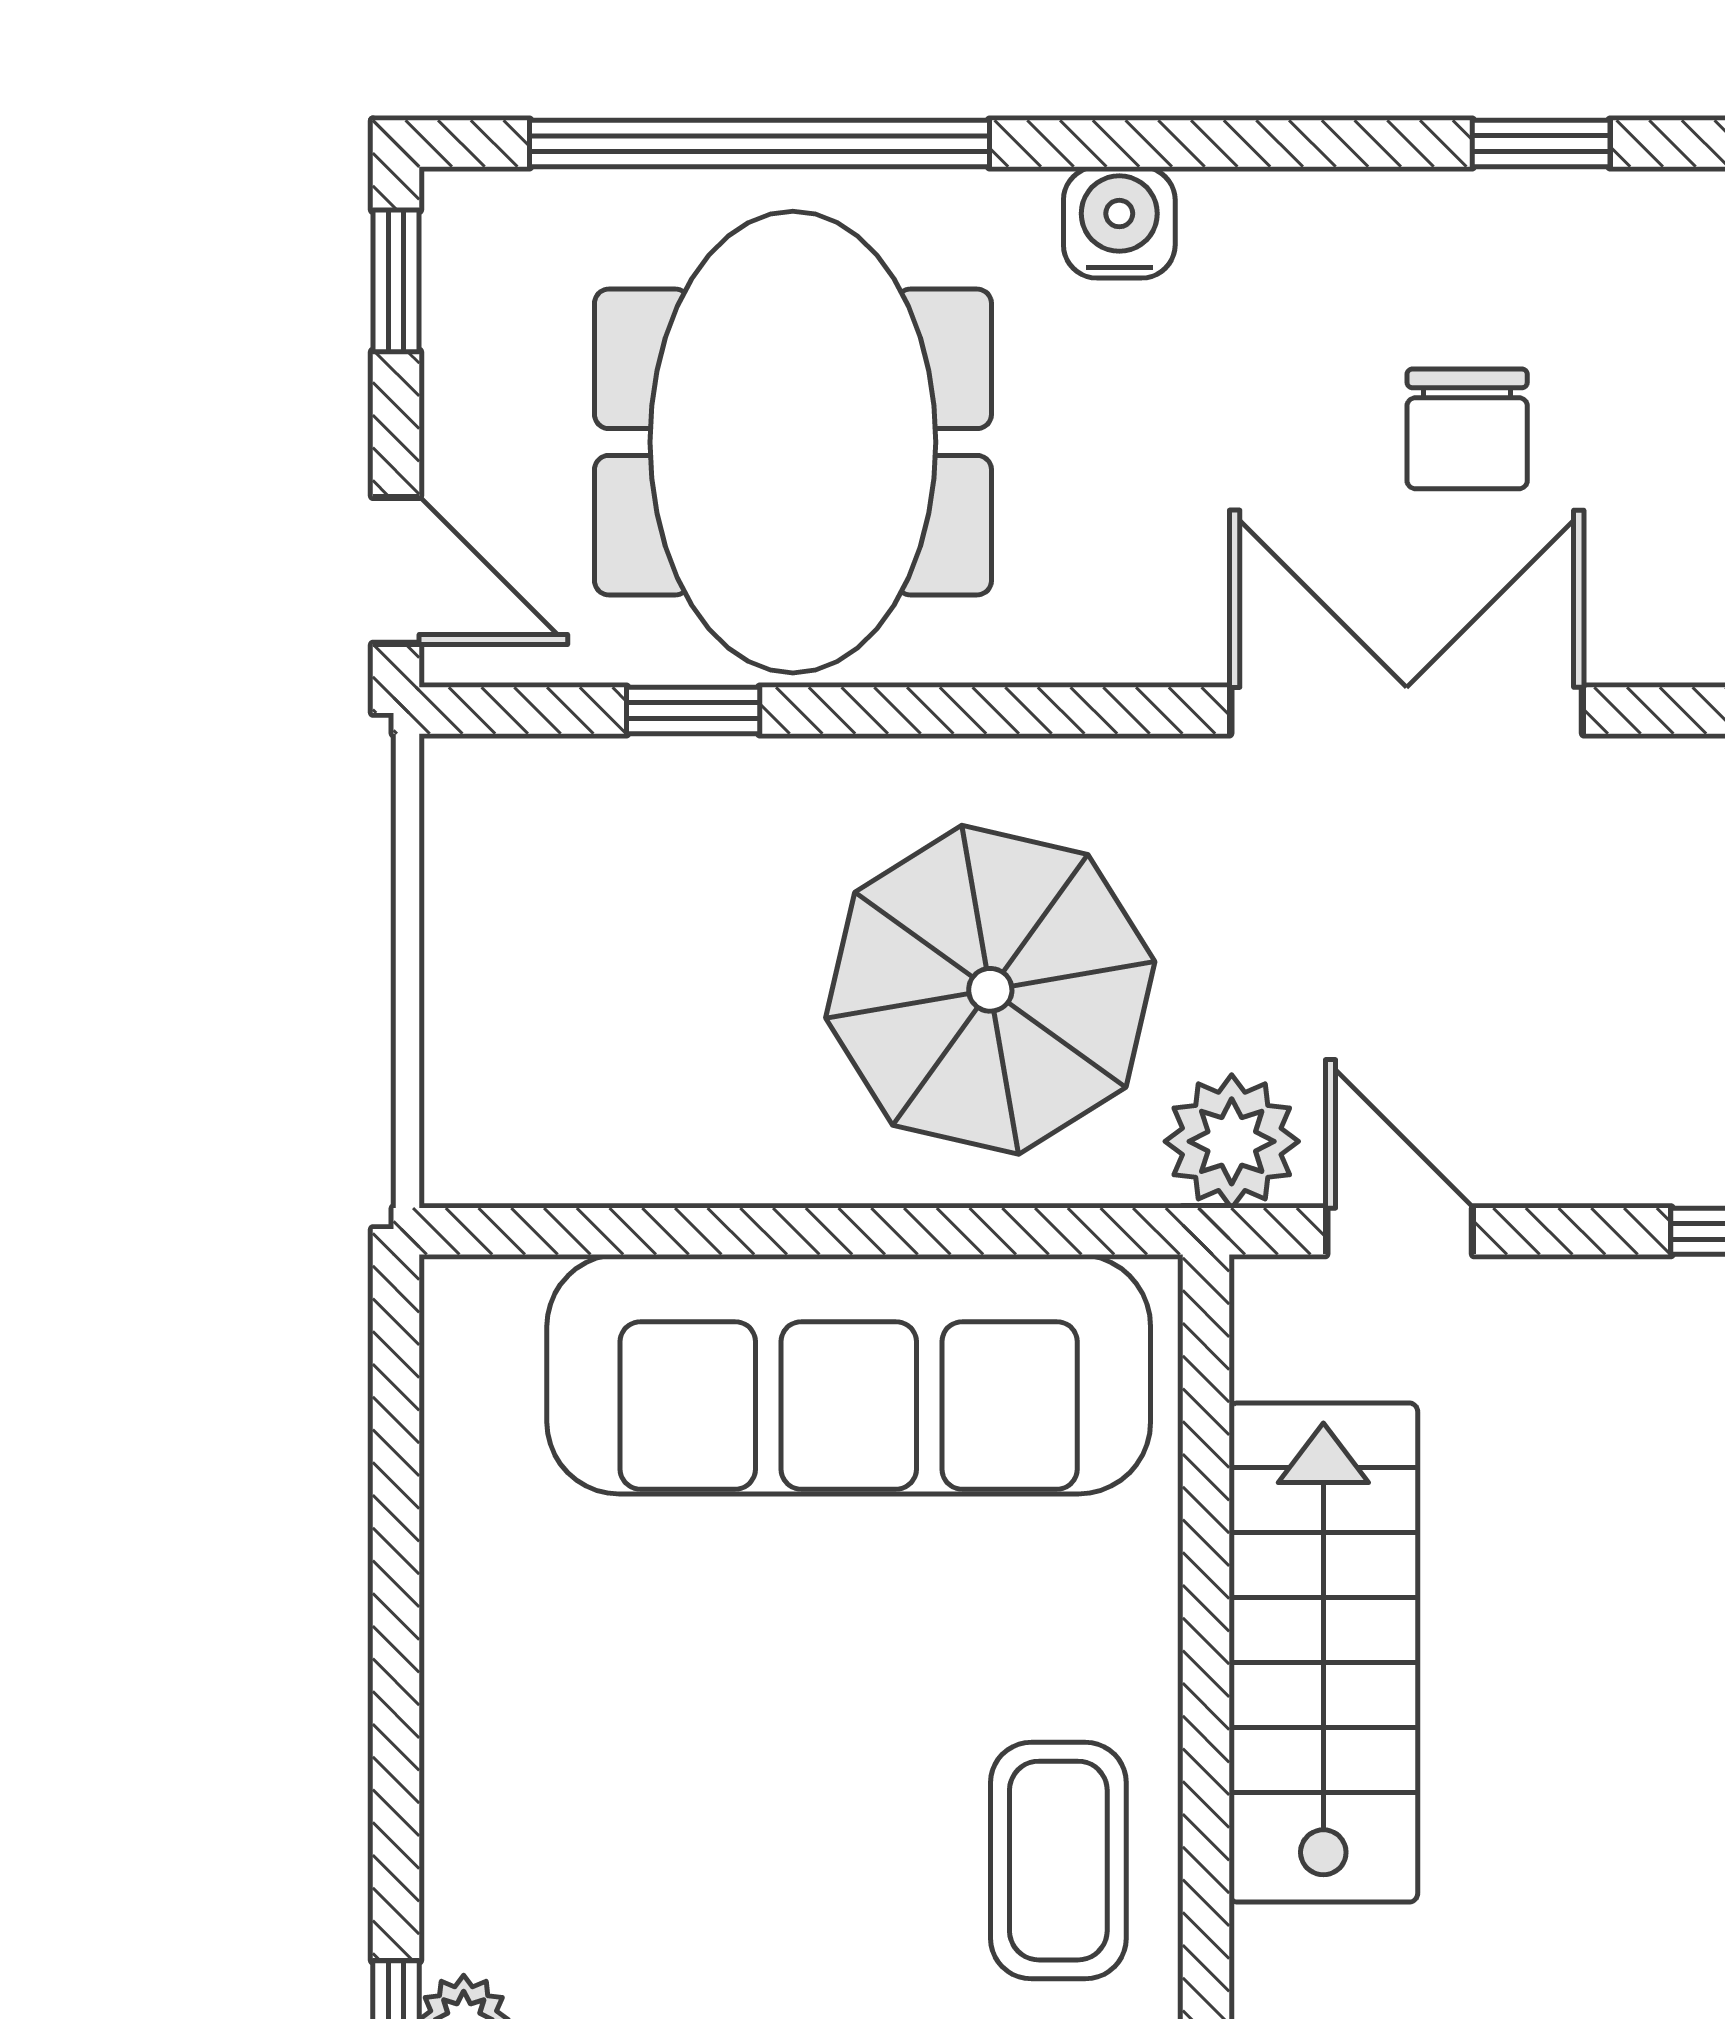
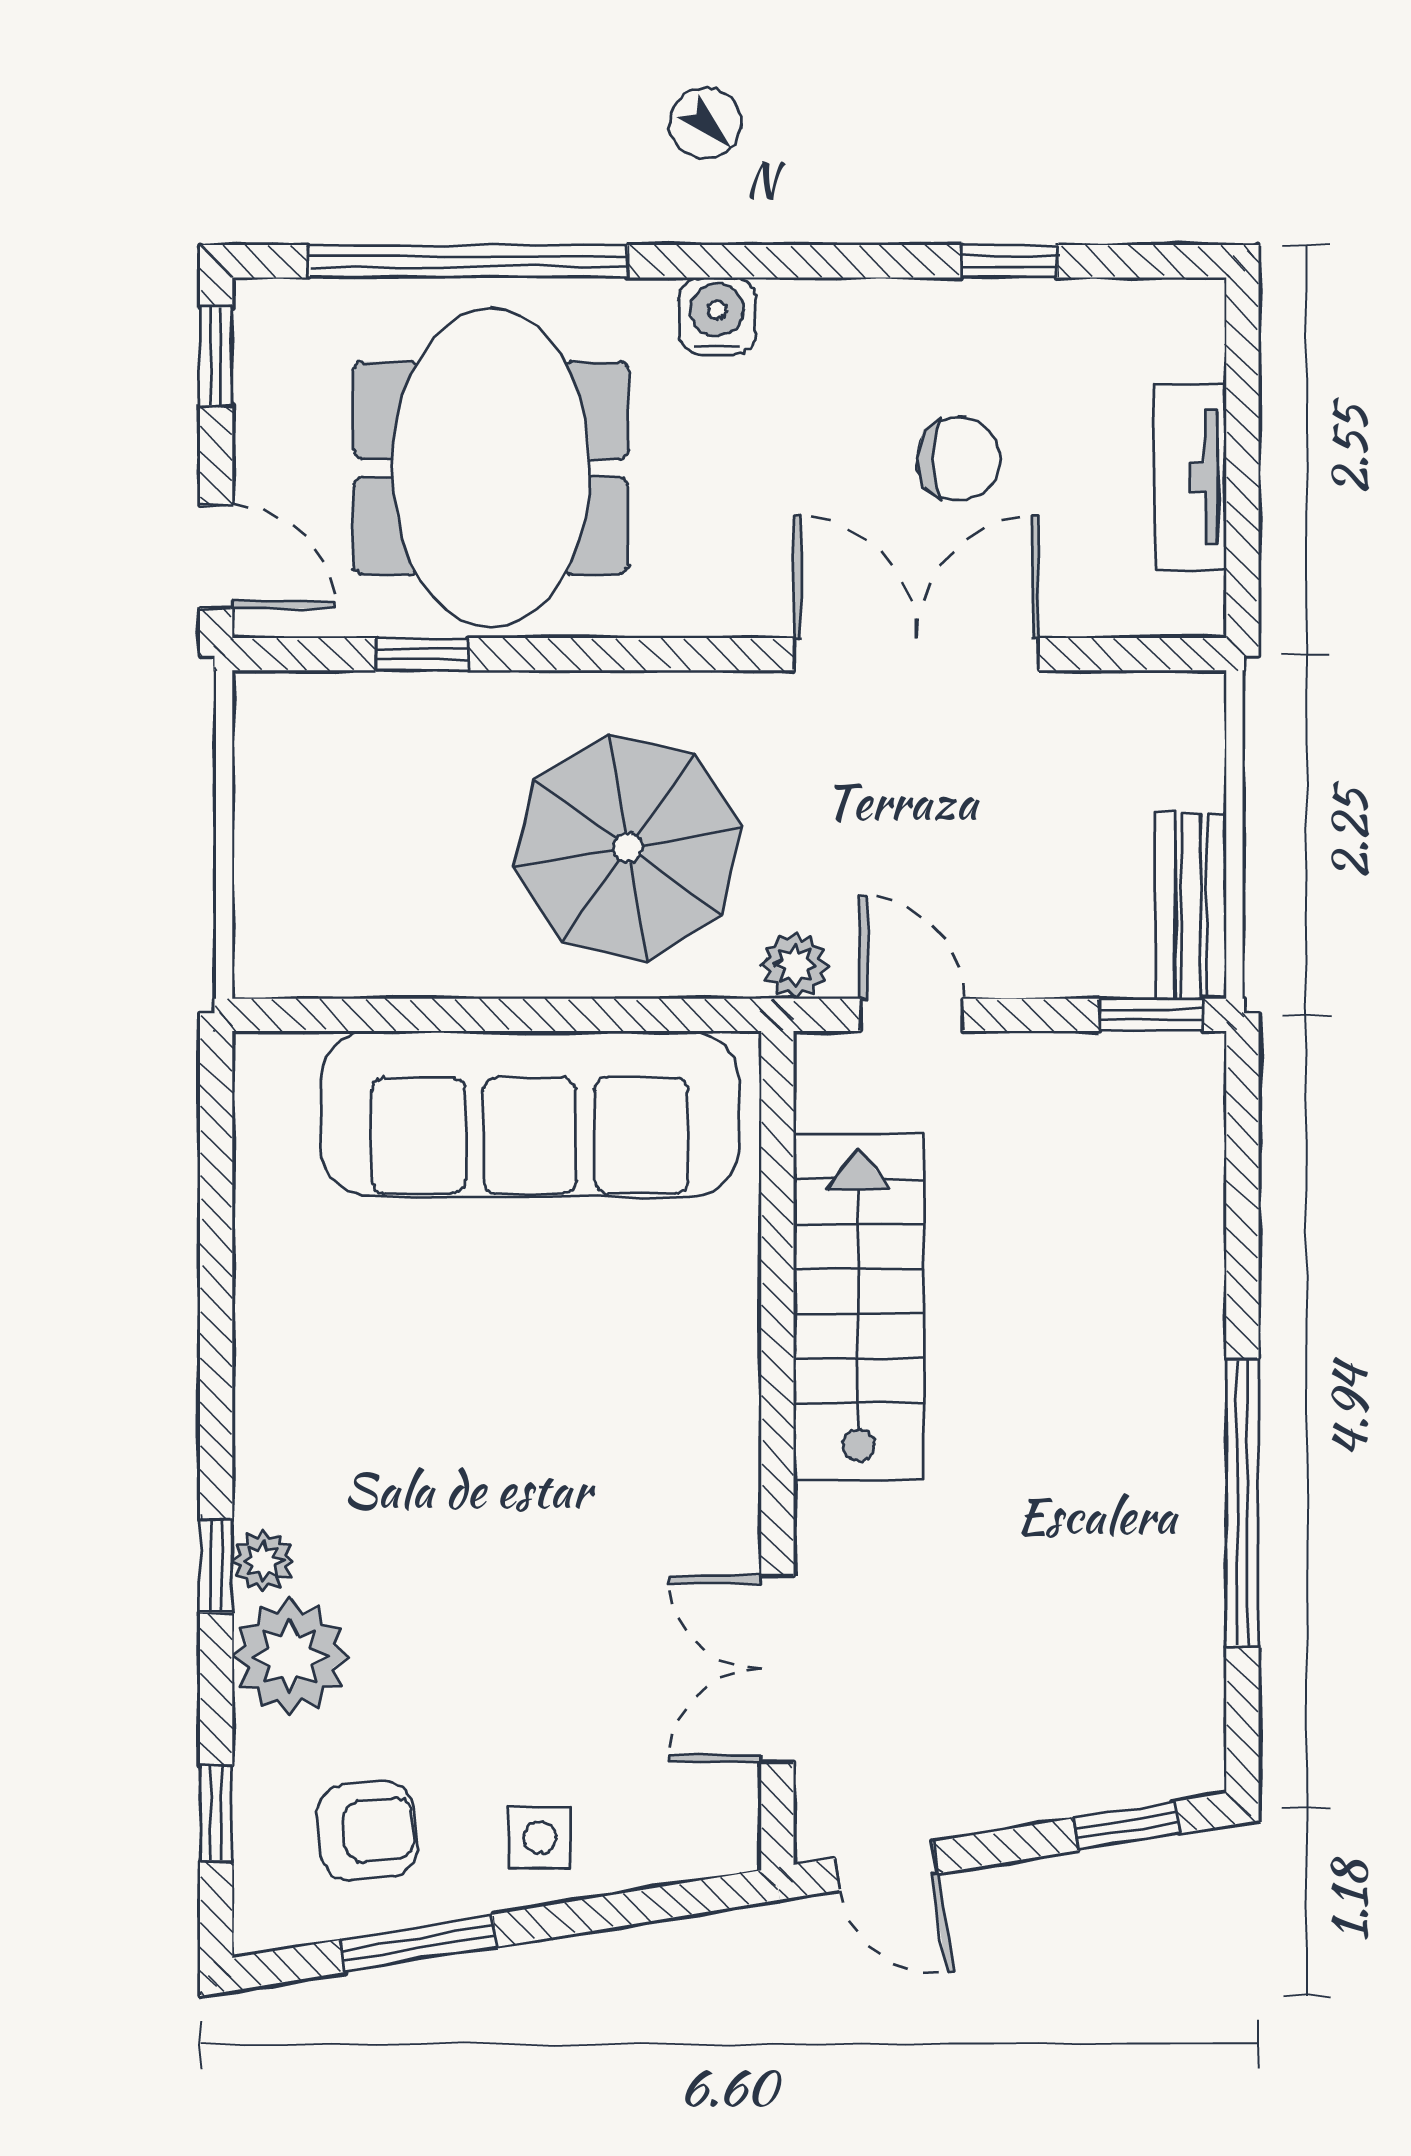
chair: (1467, 429) -> (958, 459), turned -90
plant: (1232, 1141) -> (795, 965), width x0.73, depth x0.73
coffee table: (1058, 1861) -> (675, 1451), removed

